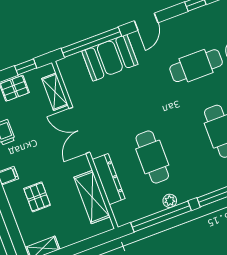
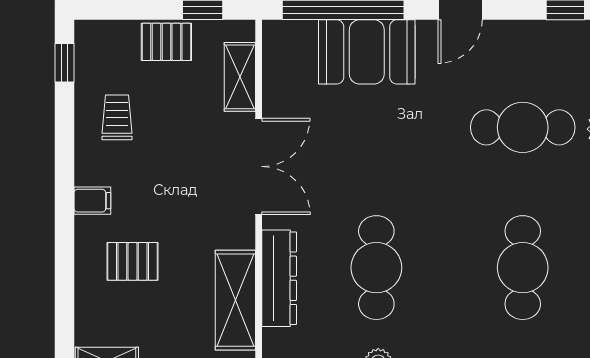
double door: (79, 130) -> (259, 166), swing flipped
pallet: (37, 197) -> (133, 261), turned 90

